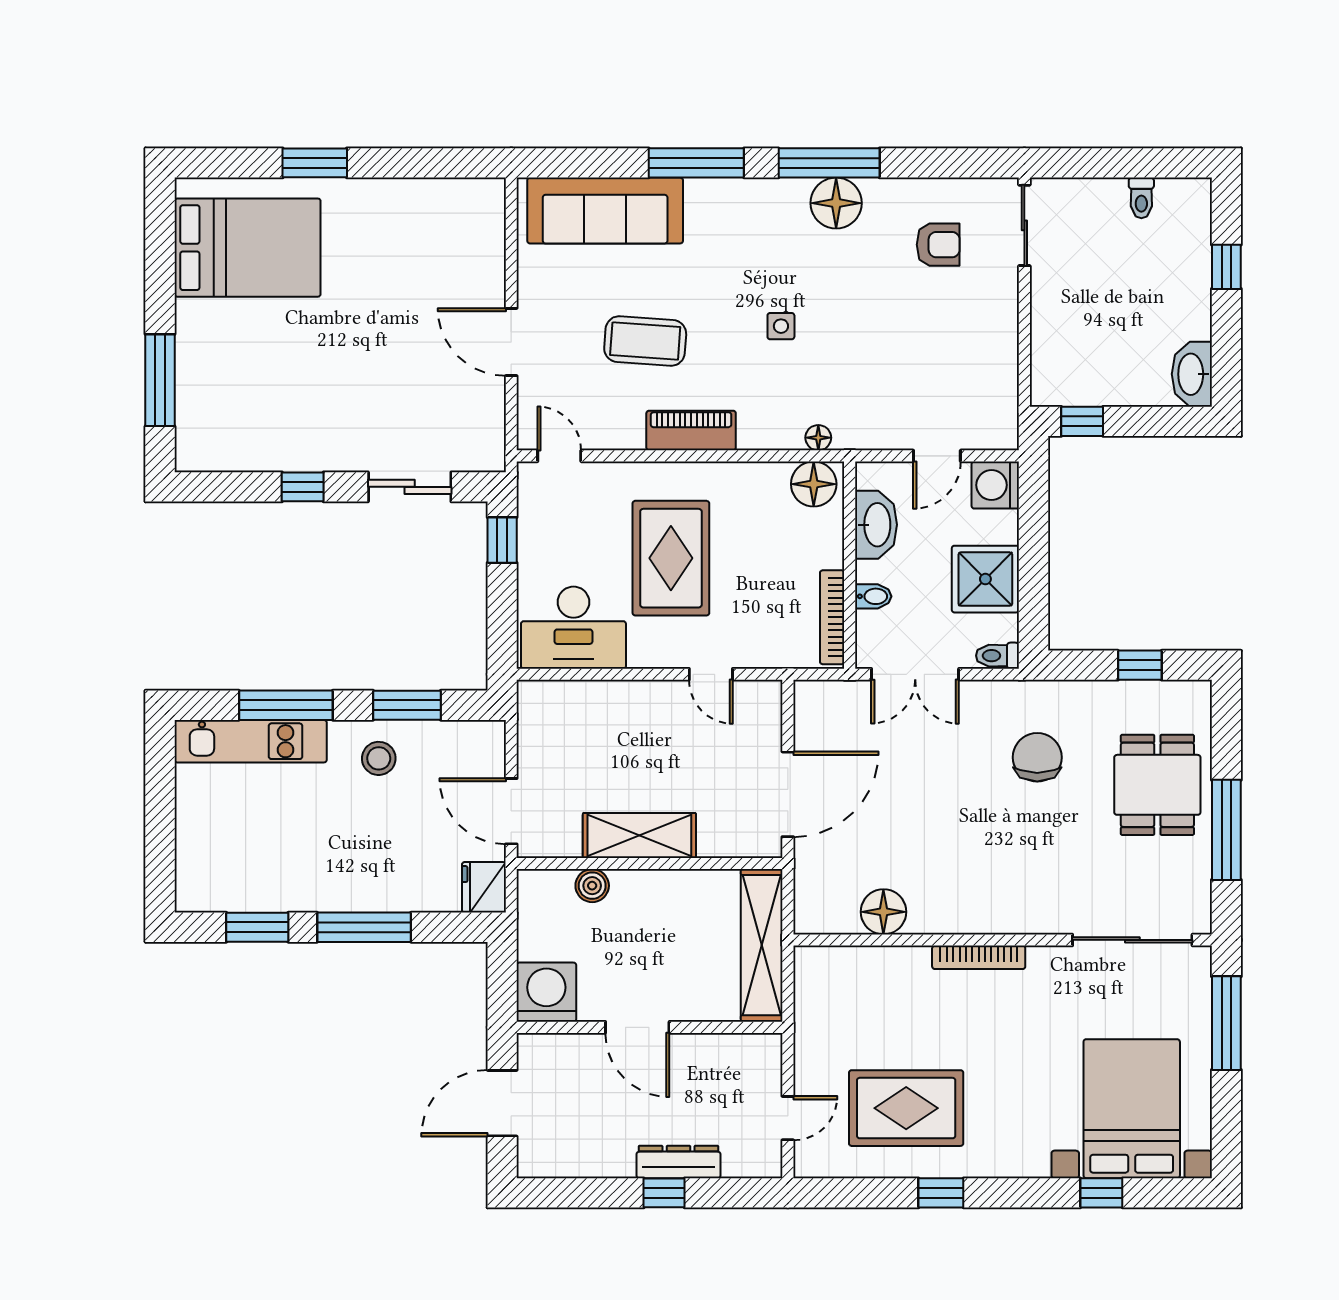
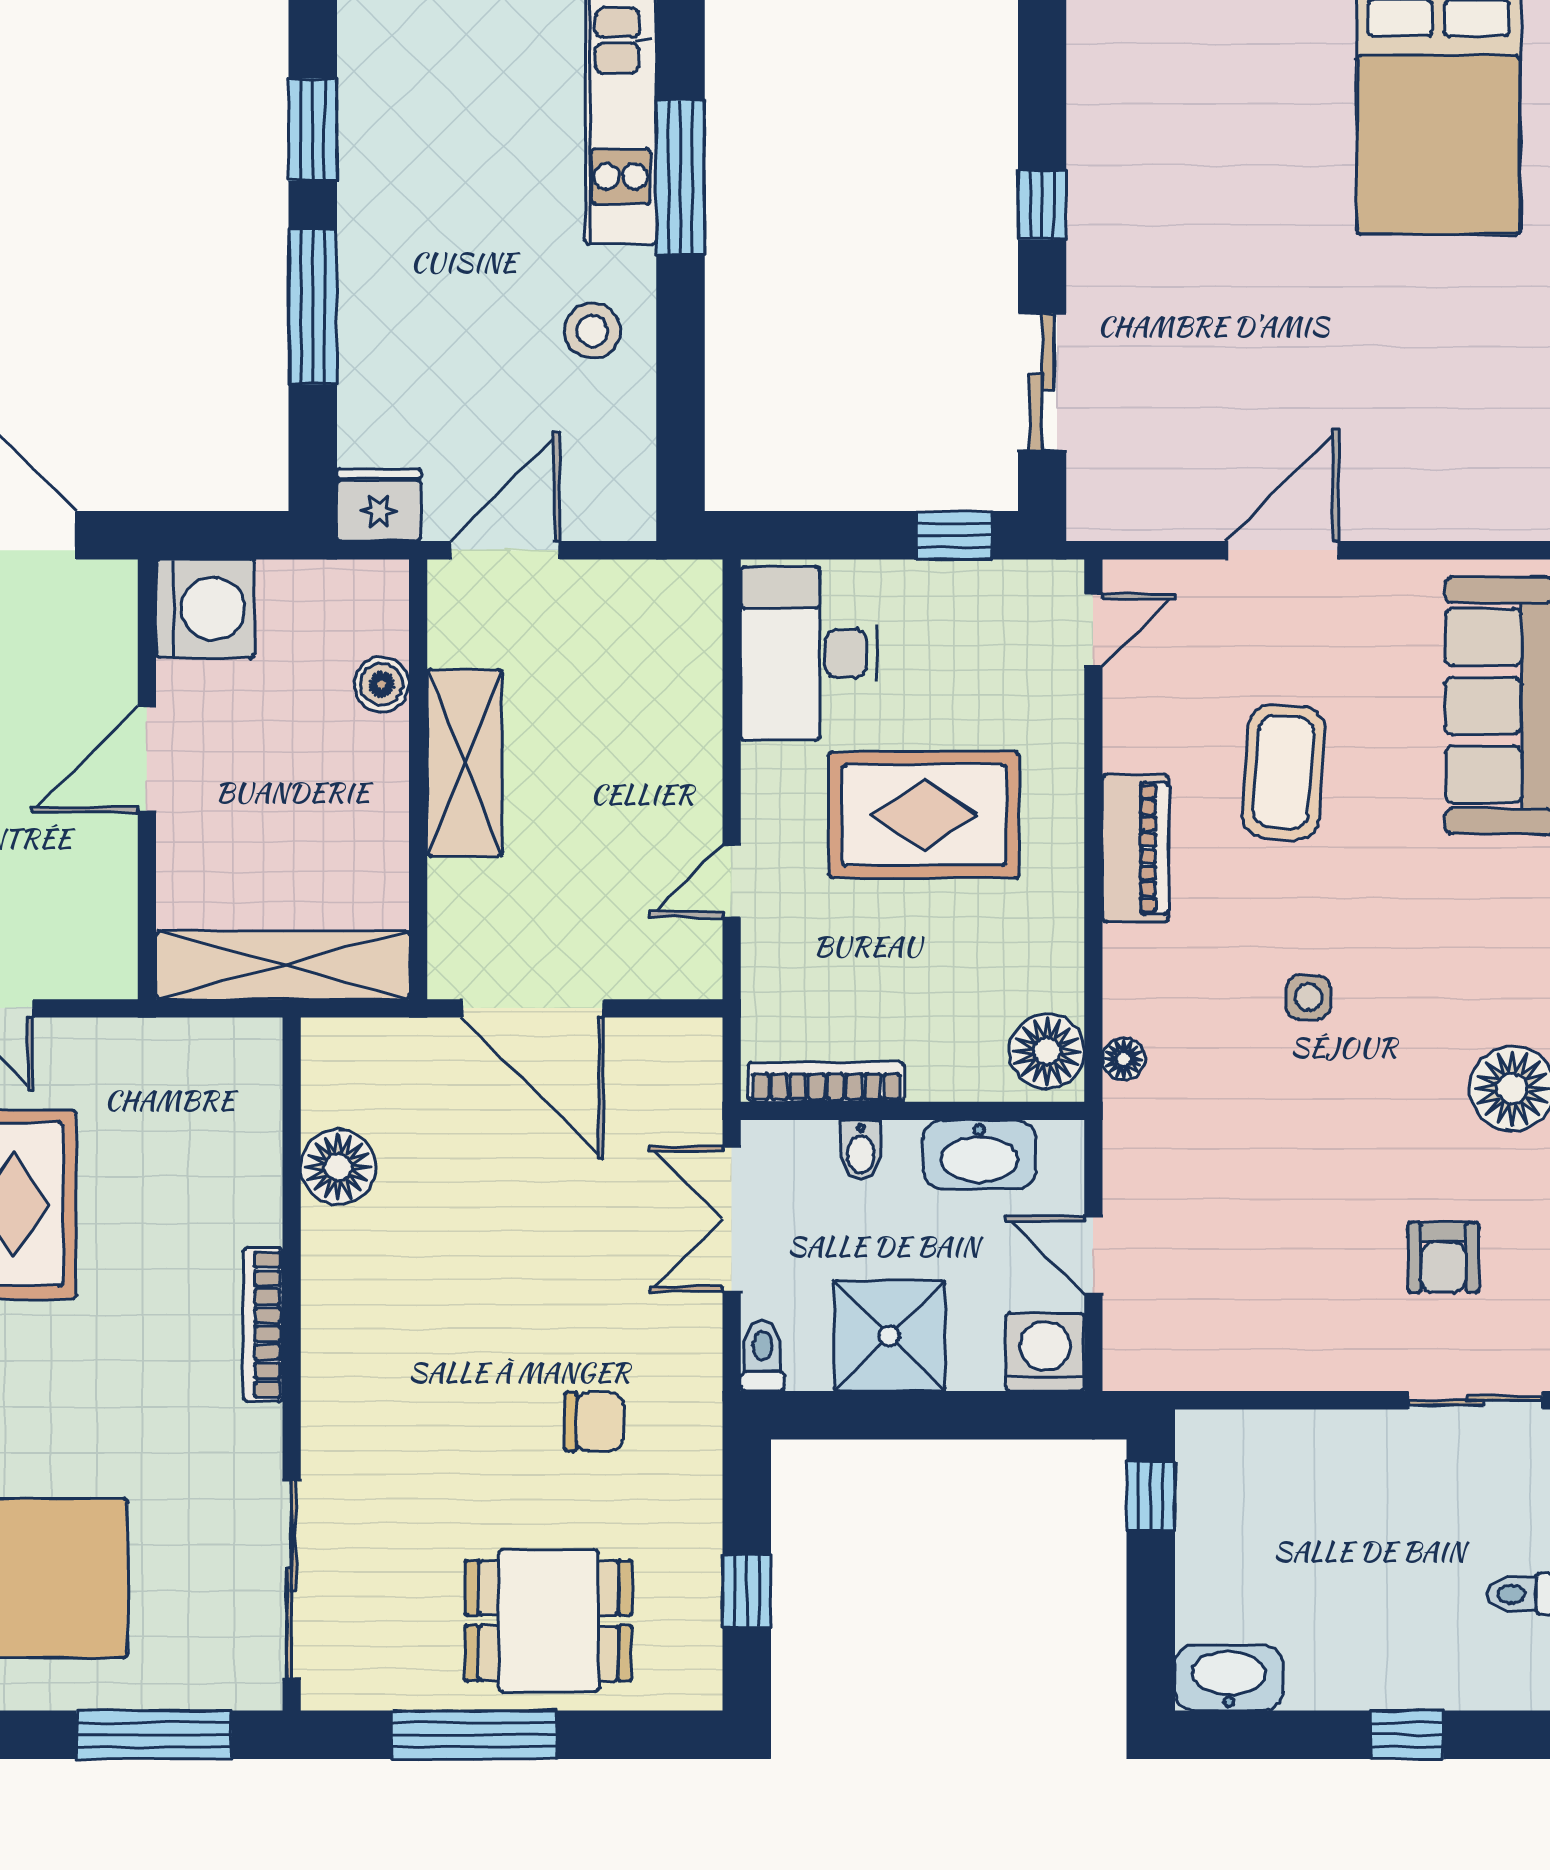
window: (407, 705) -> (680, 378), removed
chair: (1037, 757) -> (594, 1422), width x0.73, depth x0.73

